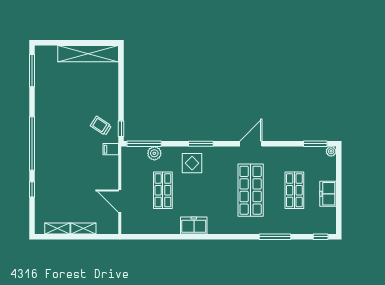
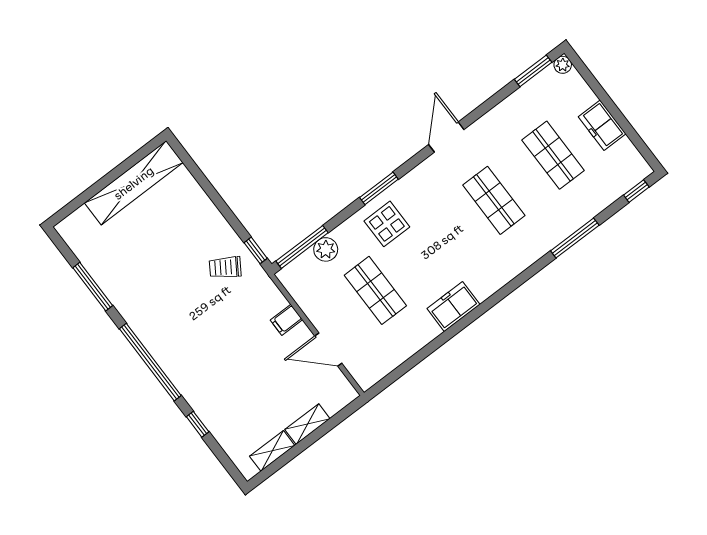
window: (32, 71) -> (93, 287), moved
filing cabinet: (111, 149) -> (286, 320), moved
shop shelf: (251, 190) -> (494, 200), width x0.70, depth x0.74

